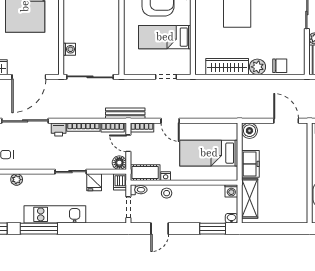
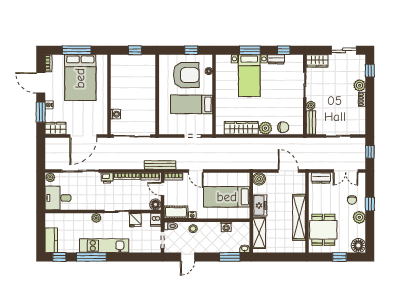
shelving: (300, 179) -> (299, 217), added
plant: (17, 180) -> (96, 218), moved
washing machine: (231, 191) -> (226, 227), moved

